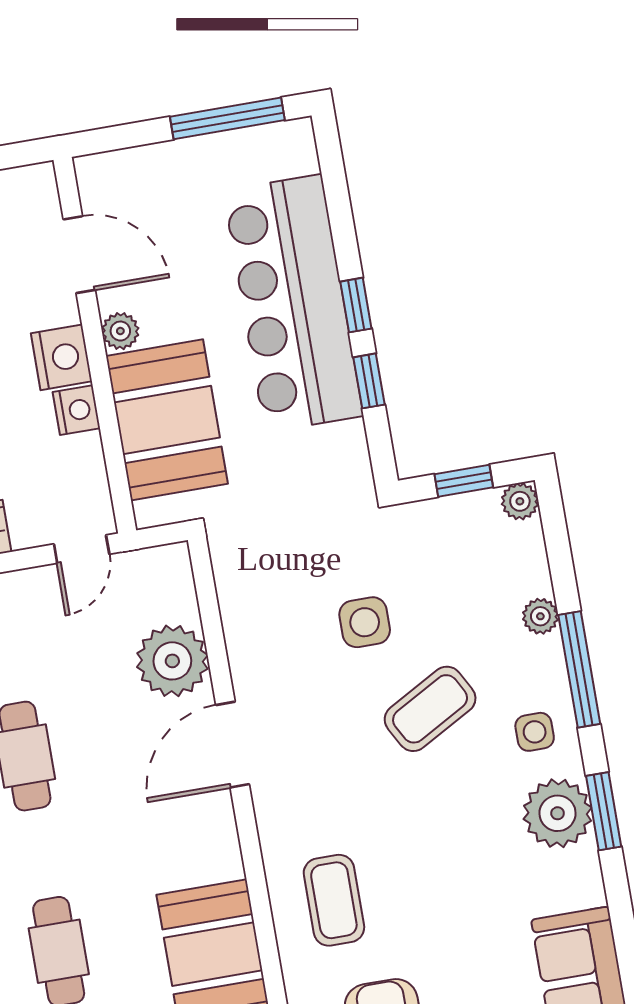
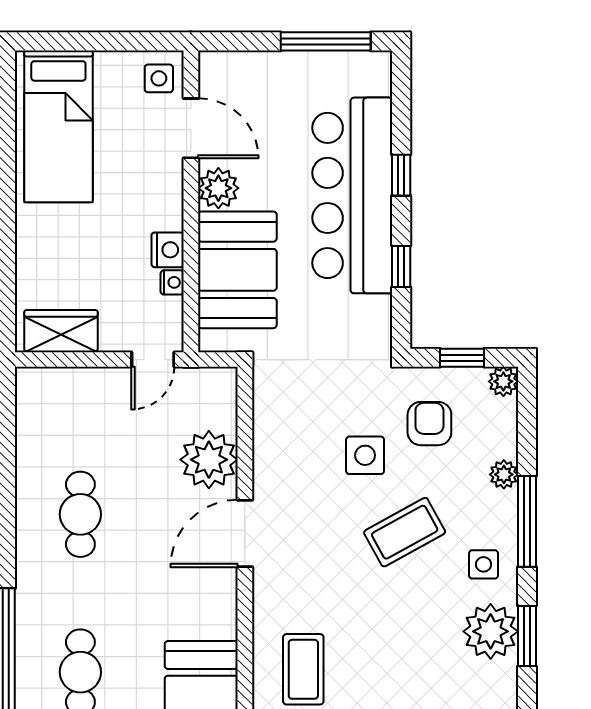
side table: (29, 200) -> (159, 78), added
window: (356, 305) -> (401, 175), moved
plant: (120, 331) -> (218, 188), width x1.38, depth x1.38
nightstand: (61, 357) -> (172, 282), moved, width x0.53, depth x0.56
armchair: (438, 569) -> (429, 424), added

